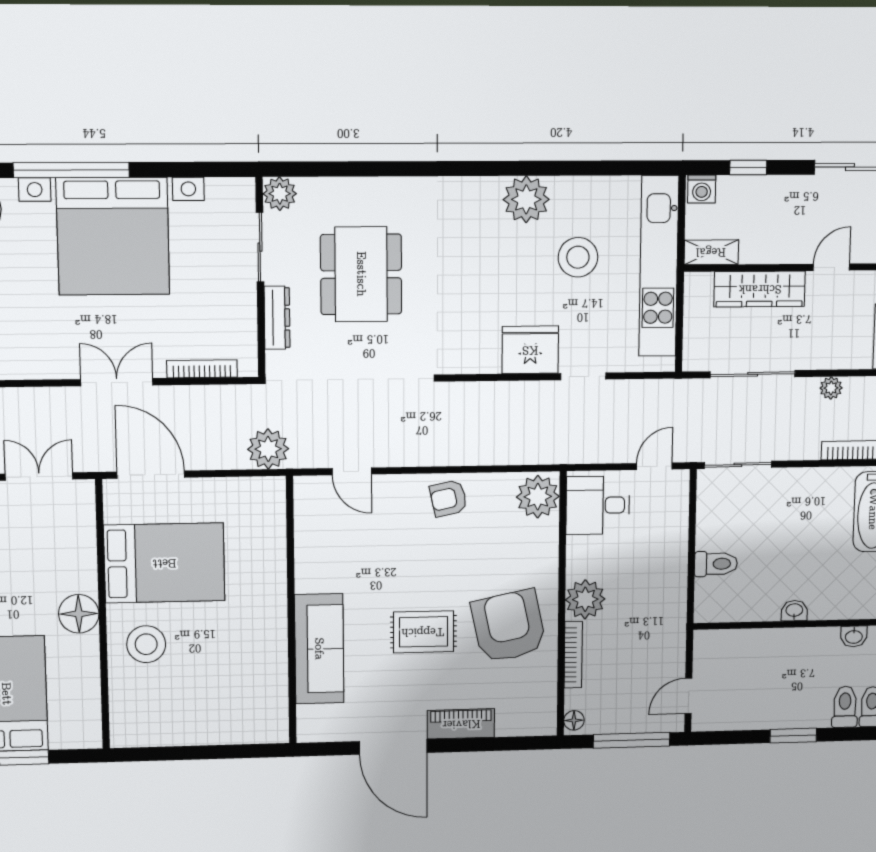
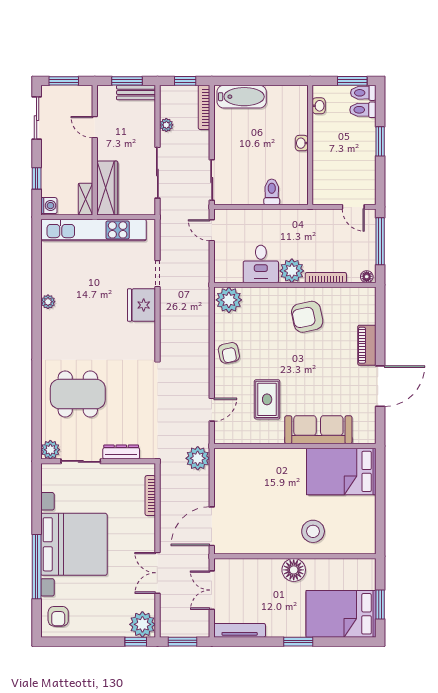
plant: (526, 199) -> (48, 302), width x0.53, depth x0.53
stool: (578, 257) -> (88, 278), removed
dining table: (361, 274) -> (78, 394), moved
wardrobe: (760, 289) -> (107, 188), moved
double door: (117, 382) -> (157, 573), moved
desk: (598, 505) -> (261, 264), moved
bed: (164, 563) -> (341, 471), moved, turned -90
armchair: (509, 626) -> (307, 317), width x0.73, depth x0.73
rug: (423, 632) -> (267, 399), moved

